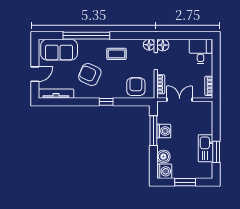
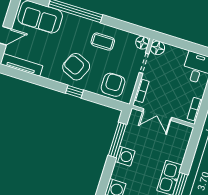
armchair: (90, 74) -> (76, 67), moved
double door: (180, 100) -> (157, 114), swing flipped
washing machine: (164, 131) -> (125, 156), moved
boiler: (163, 157) -> (120, 172), removed

